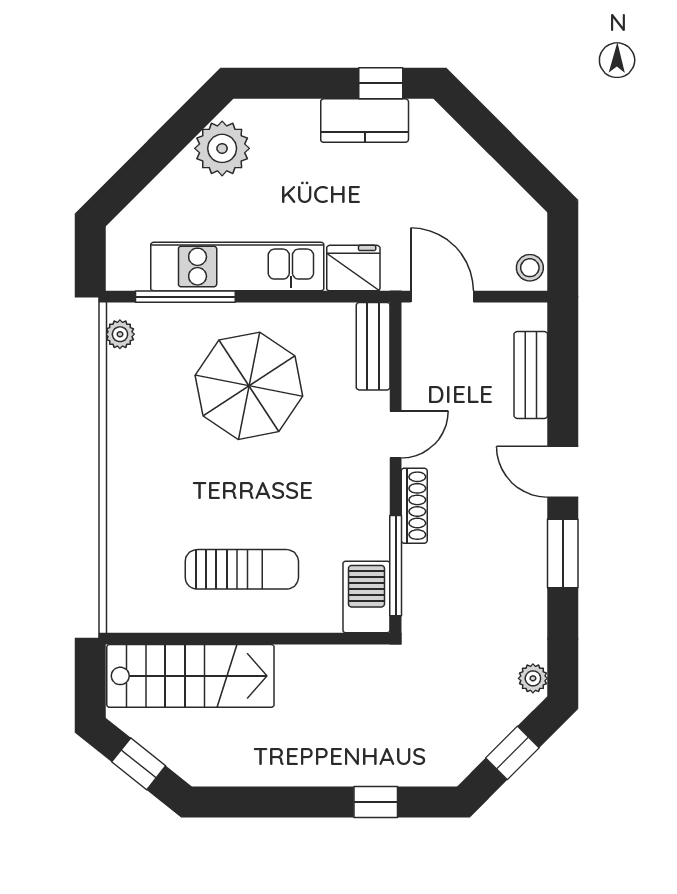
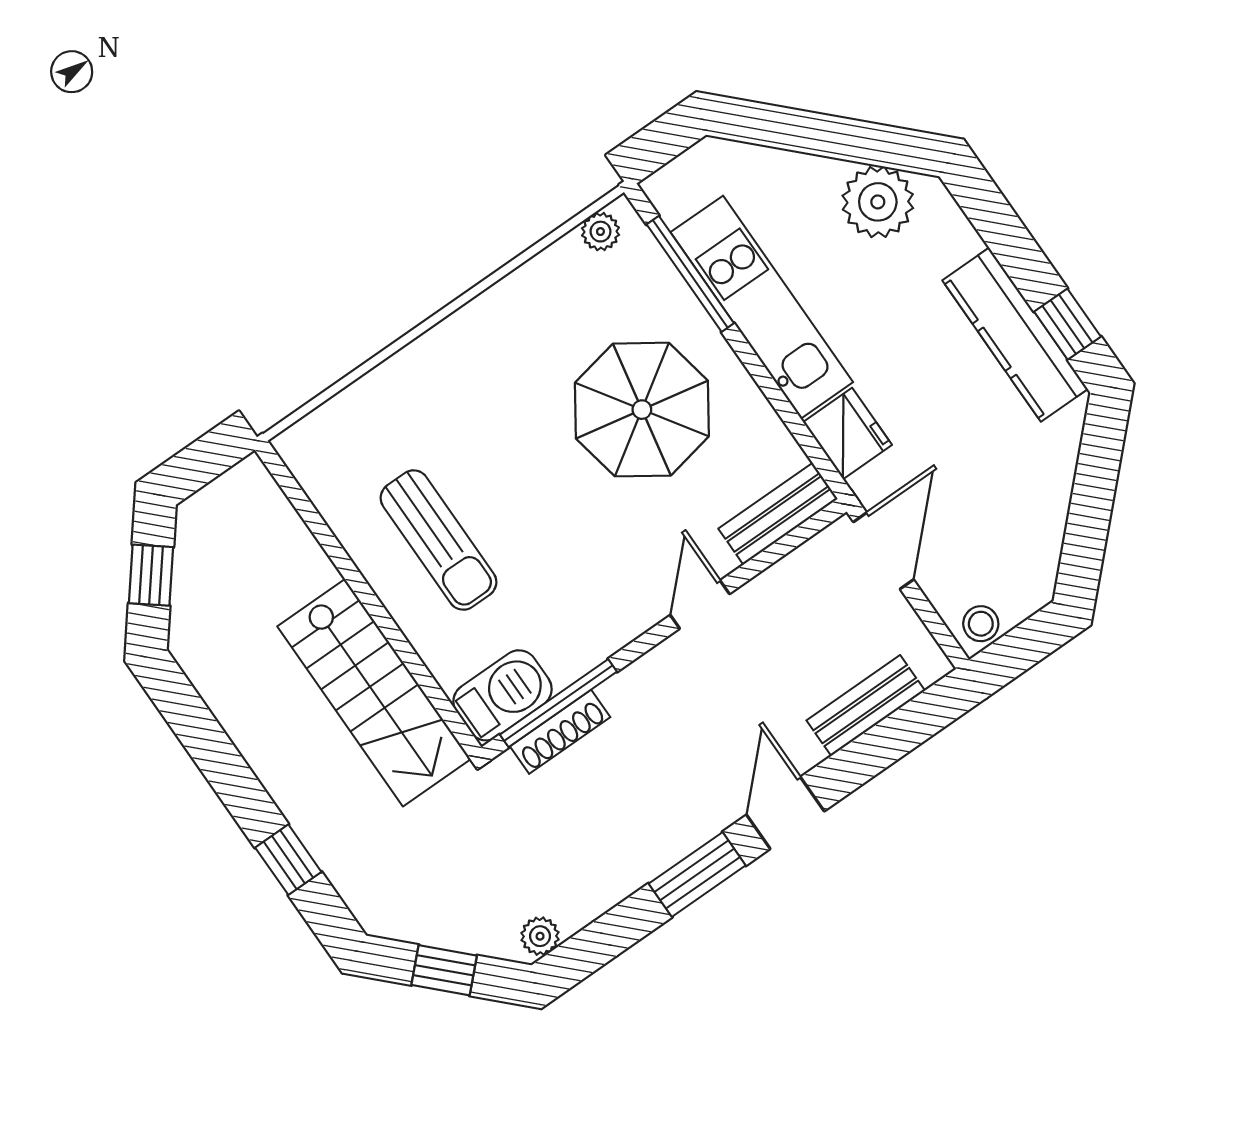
kitchen counter: (365, 121) -> (1015, 335), width x1.50
door: (396, 434) -> (700, 604), swing flipped
shoe rack: (414, 506) -> (560, 732), moved
stairs: (190, 676) -> (374, 693), moved

